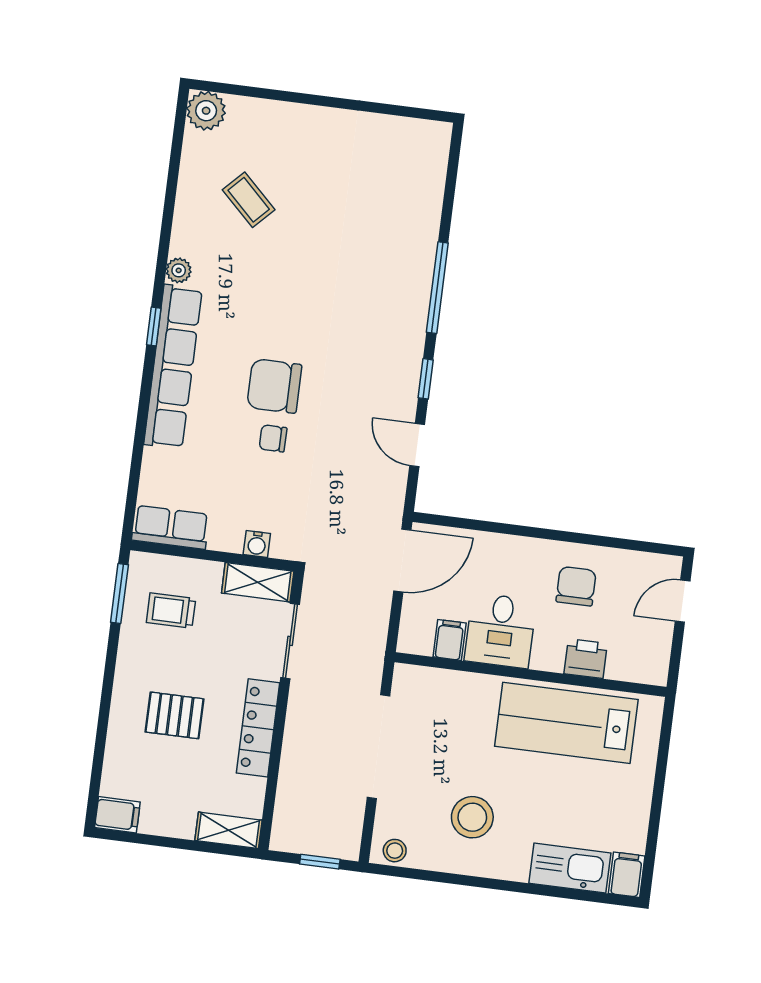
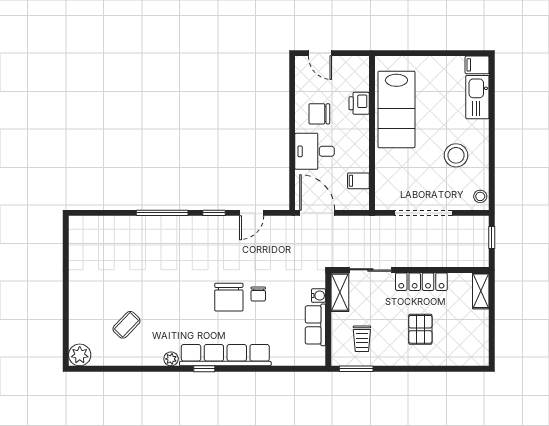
row of seats: (171, 527) -> (315, 325), moved
desk: (500, 631) -> (315, 151), moved, turned 180
filing cabinet: (117, 815) -> (480, 354), removed

